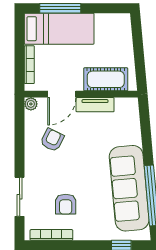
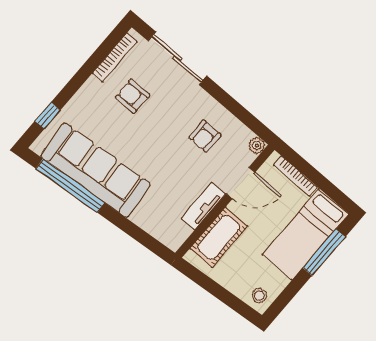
stool: (120, 25) -> (259, 295), added
door: (62, 94) -> (241, 183), swing flipped
armchair: (52, 140) -> (205, 136), turned 64
sliding door: (20, 197) -> (177, 58), width x1.37

